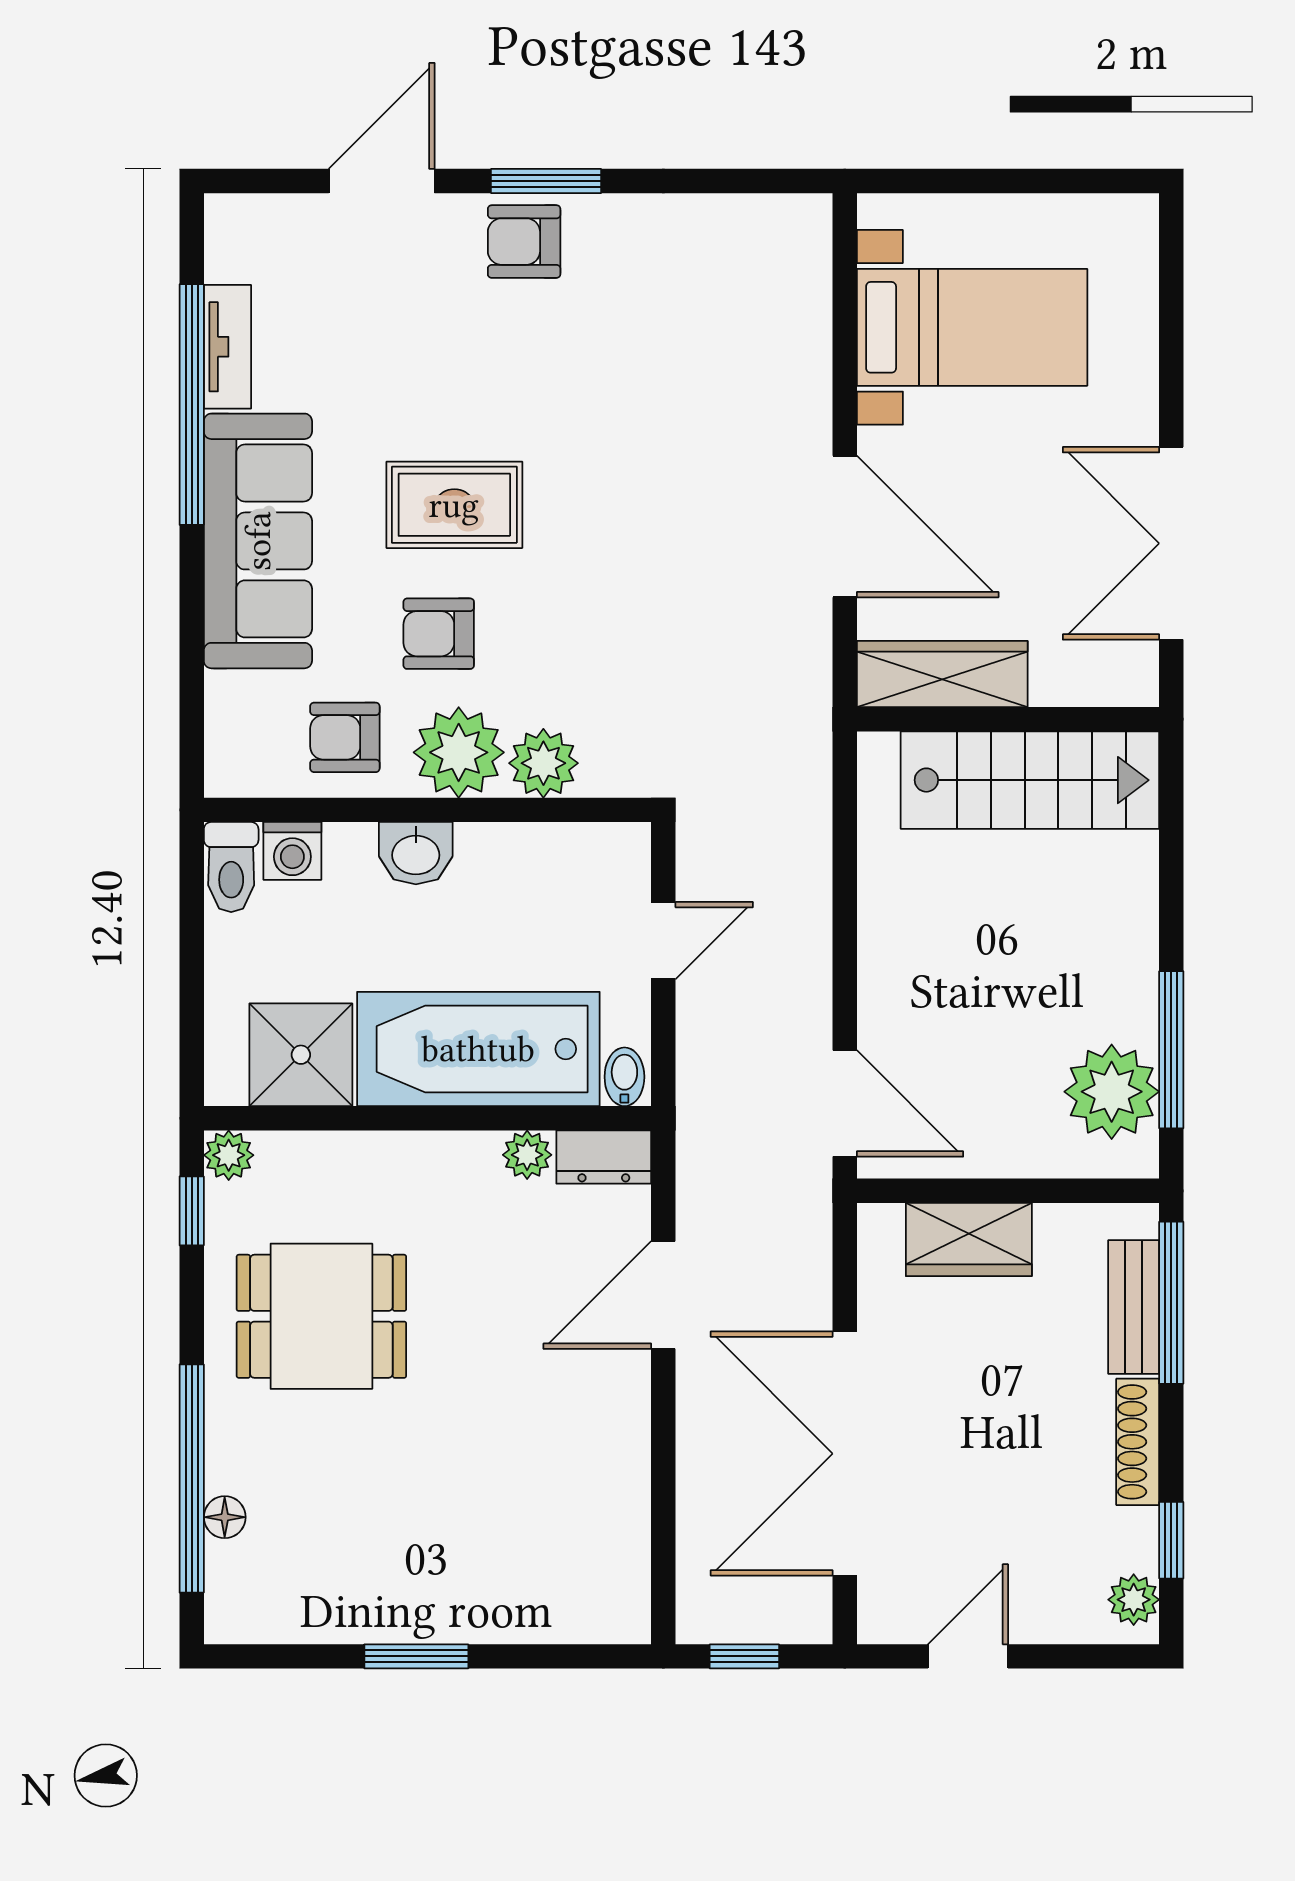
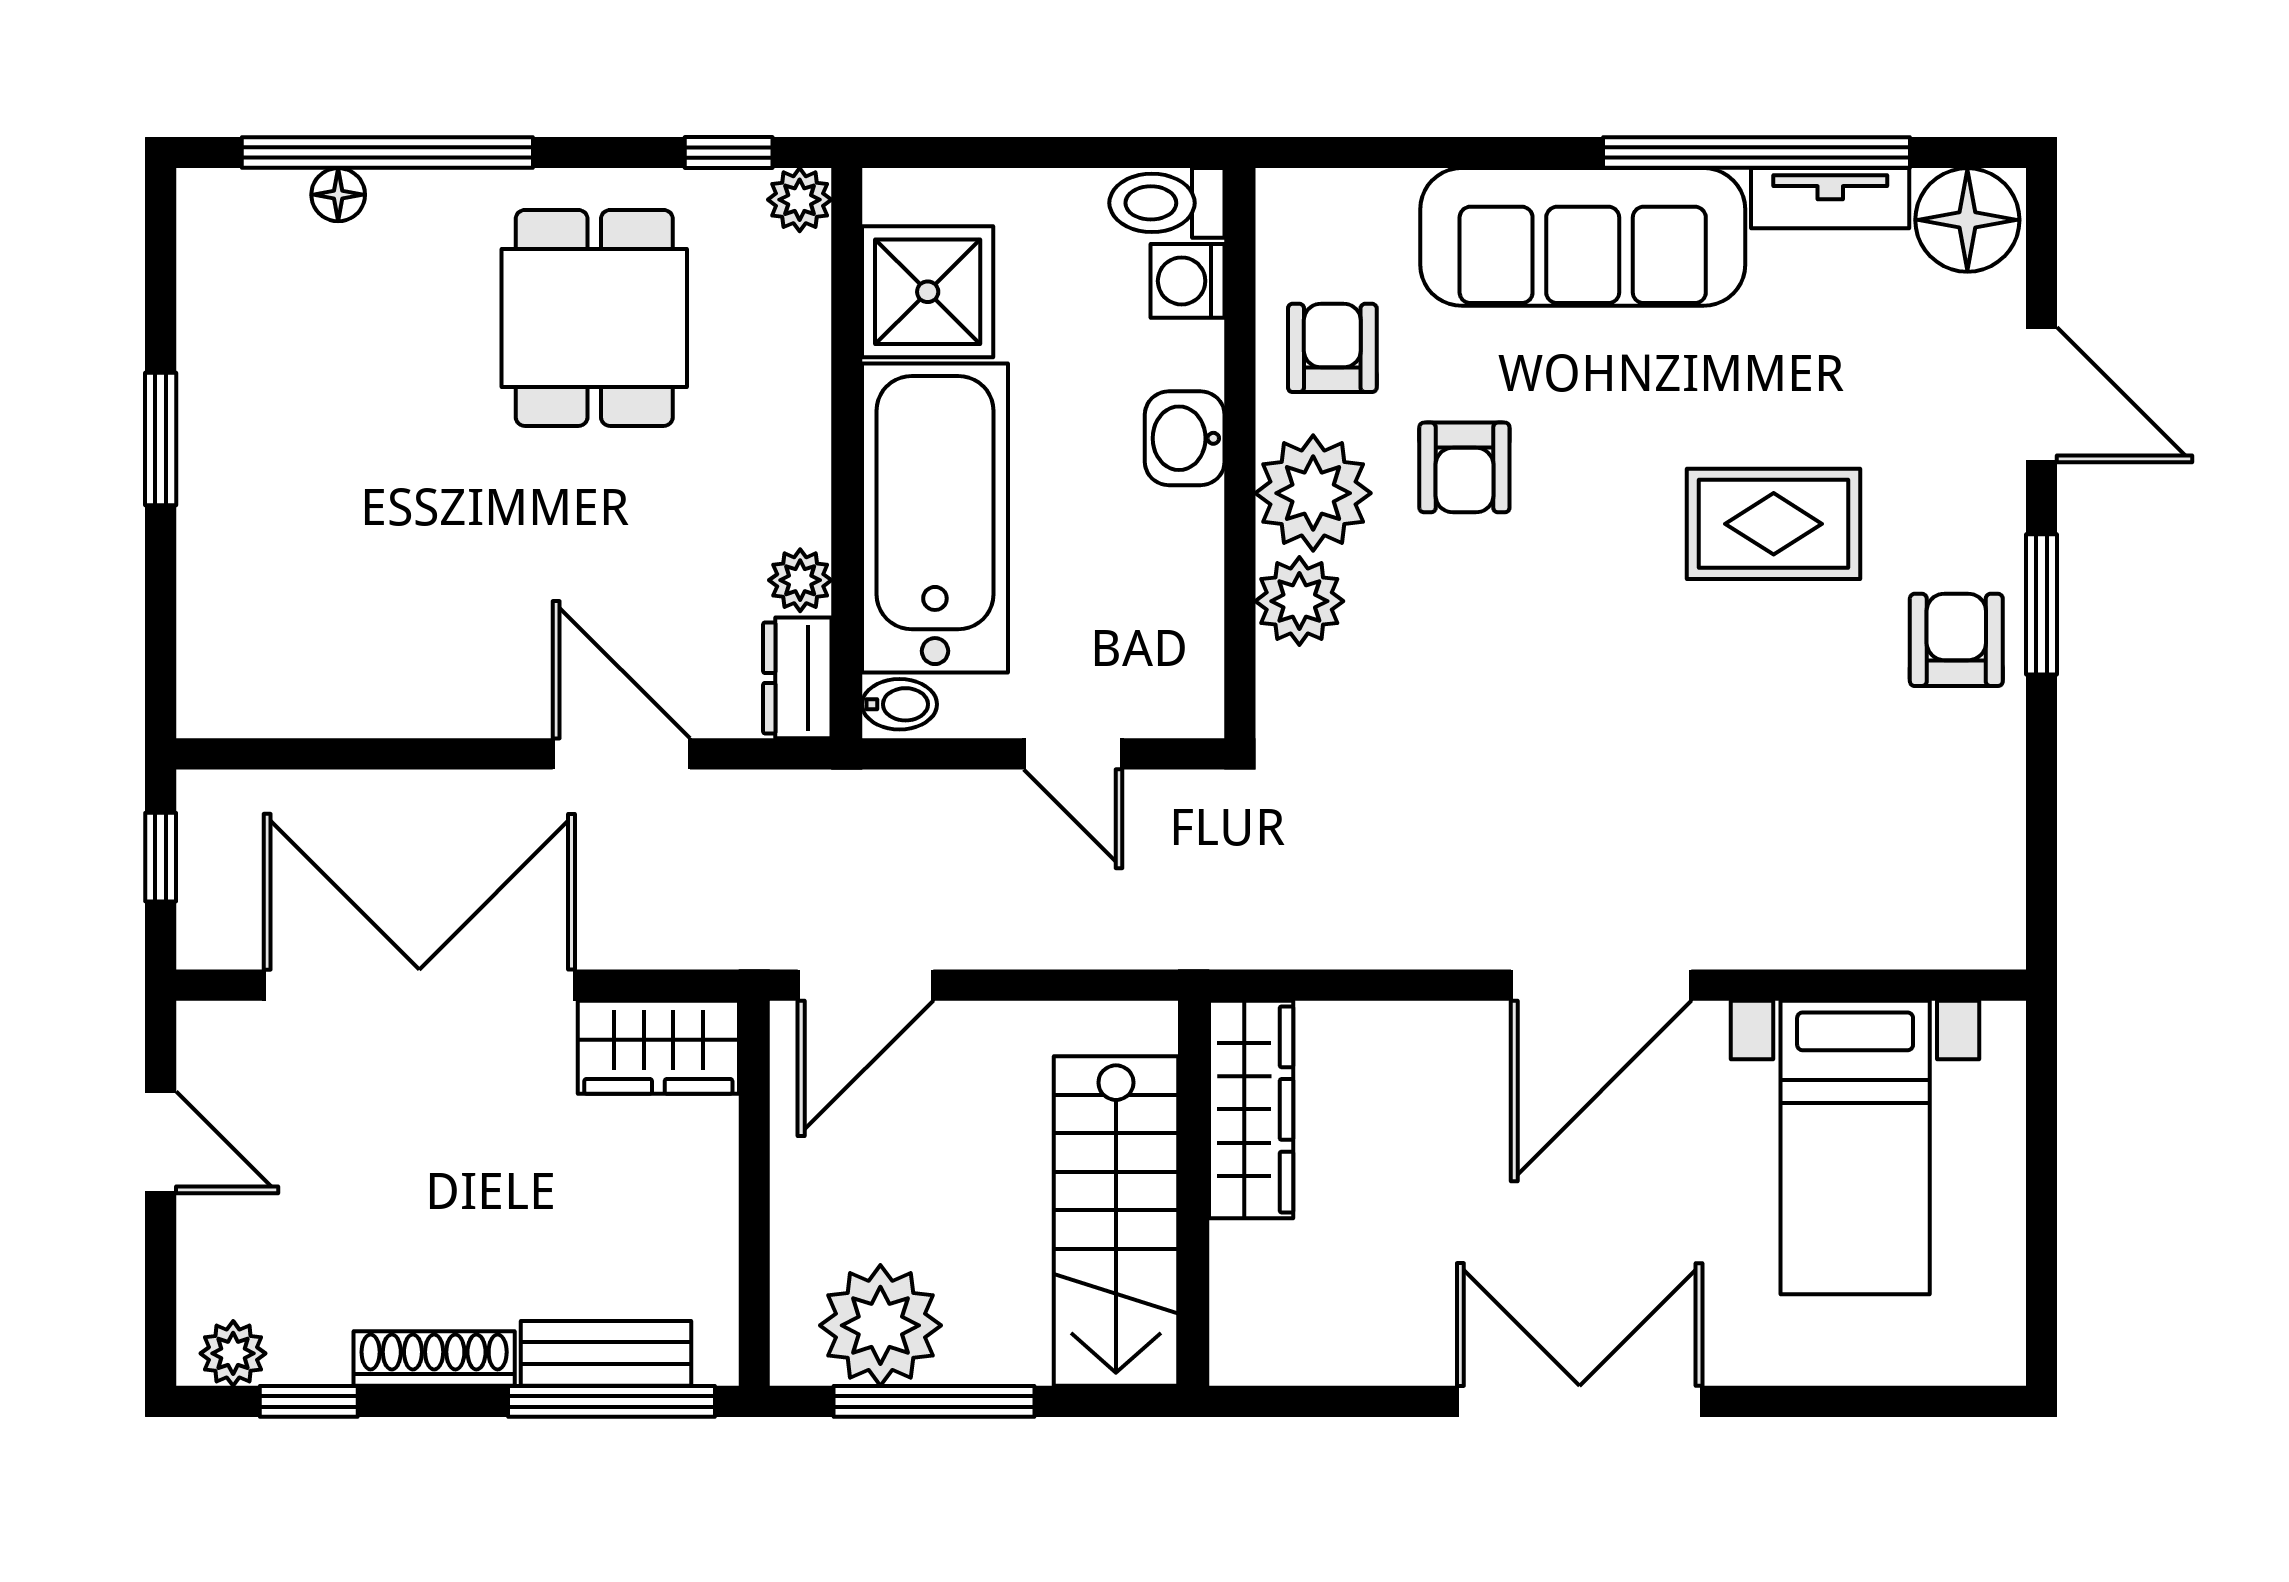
floor lamp: (245, 239) -> (1967, 220), added
armchair: (524, 242) -> (1956, 640), moved
rug: (454, 505) -> (1774, 524), moved, turned 90
armchair: (439, 634) -> (1464, 467), turned 180
wardrobe: (942, 674) -> (1251, 1109), moved
wall: (1008, 719) -> (1194, 1193), moved
stairs: (1030, 780) -> (1116, 1221), moved
wardrobe: (969, 1239) -> (658, 1047), moved, turned -90

